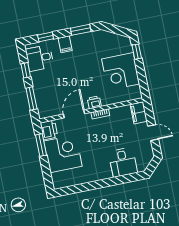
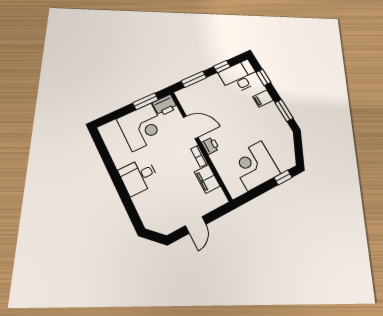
desk: (40, 58) -> (239, 77), width x1.37
filing cabinet: (139, 113) -> (207, 179), moved, turned -90
desk: (123, 162) -> (139, 176), moved

